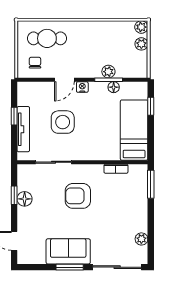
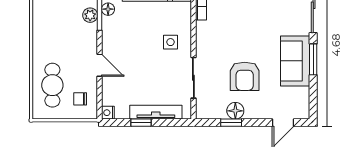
nightstand: (82, 87) -> (108, 113), moved
side table: (63, 122) -> (171, 42), moved, width x0.54, depth x0.54
armchair: (78, 196) -> (245, 76), moved

